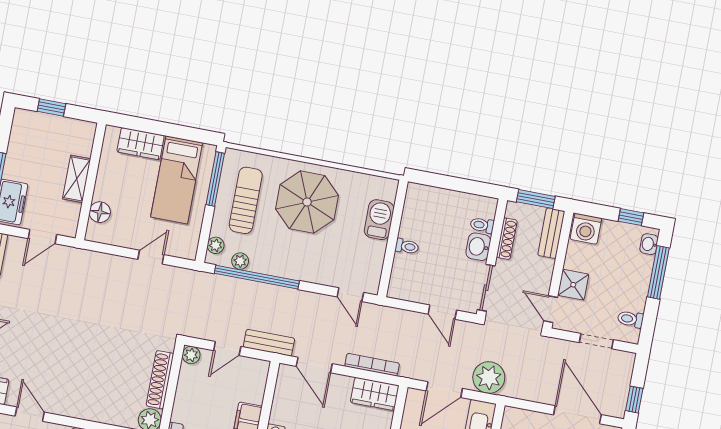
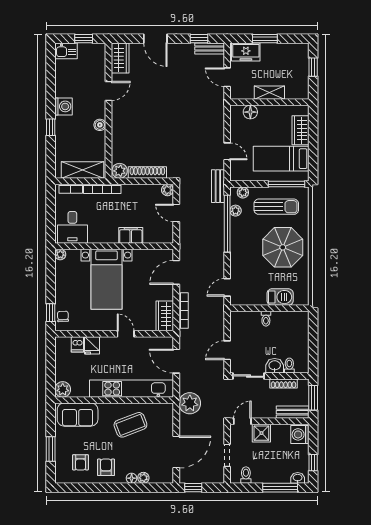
bench: (269, 343) -> (218, 186), moved
plant: (489, 378) -> (190, 403), moved

